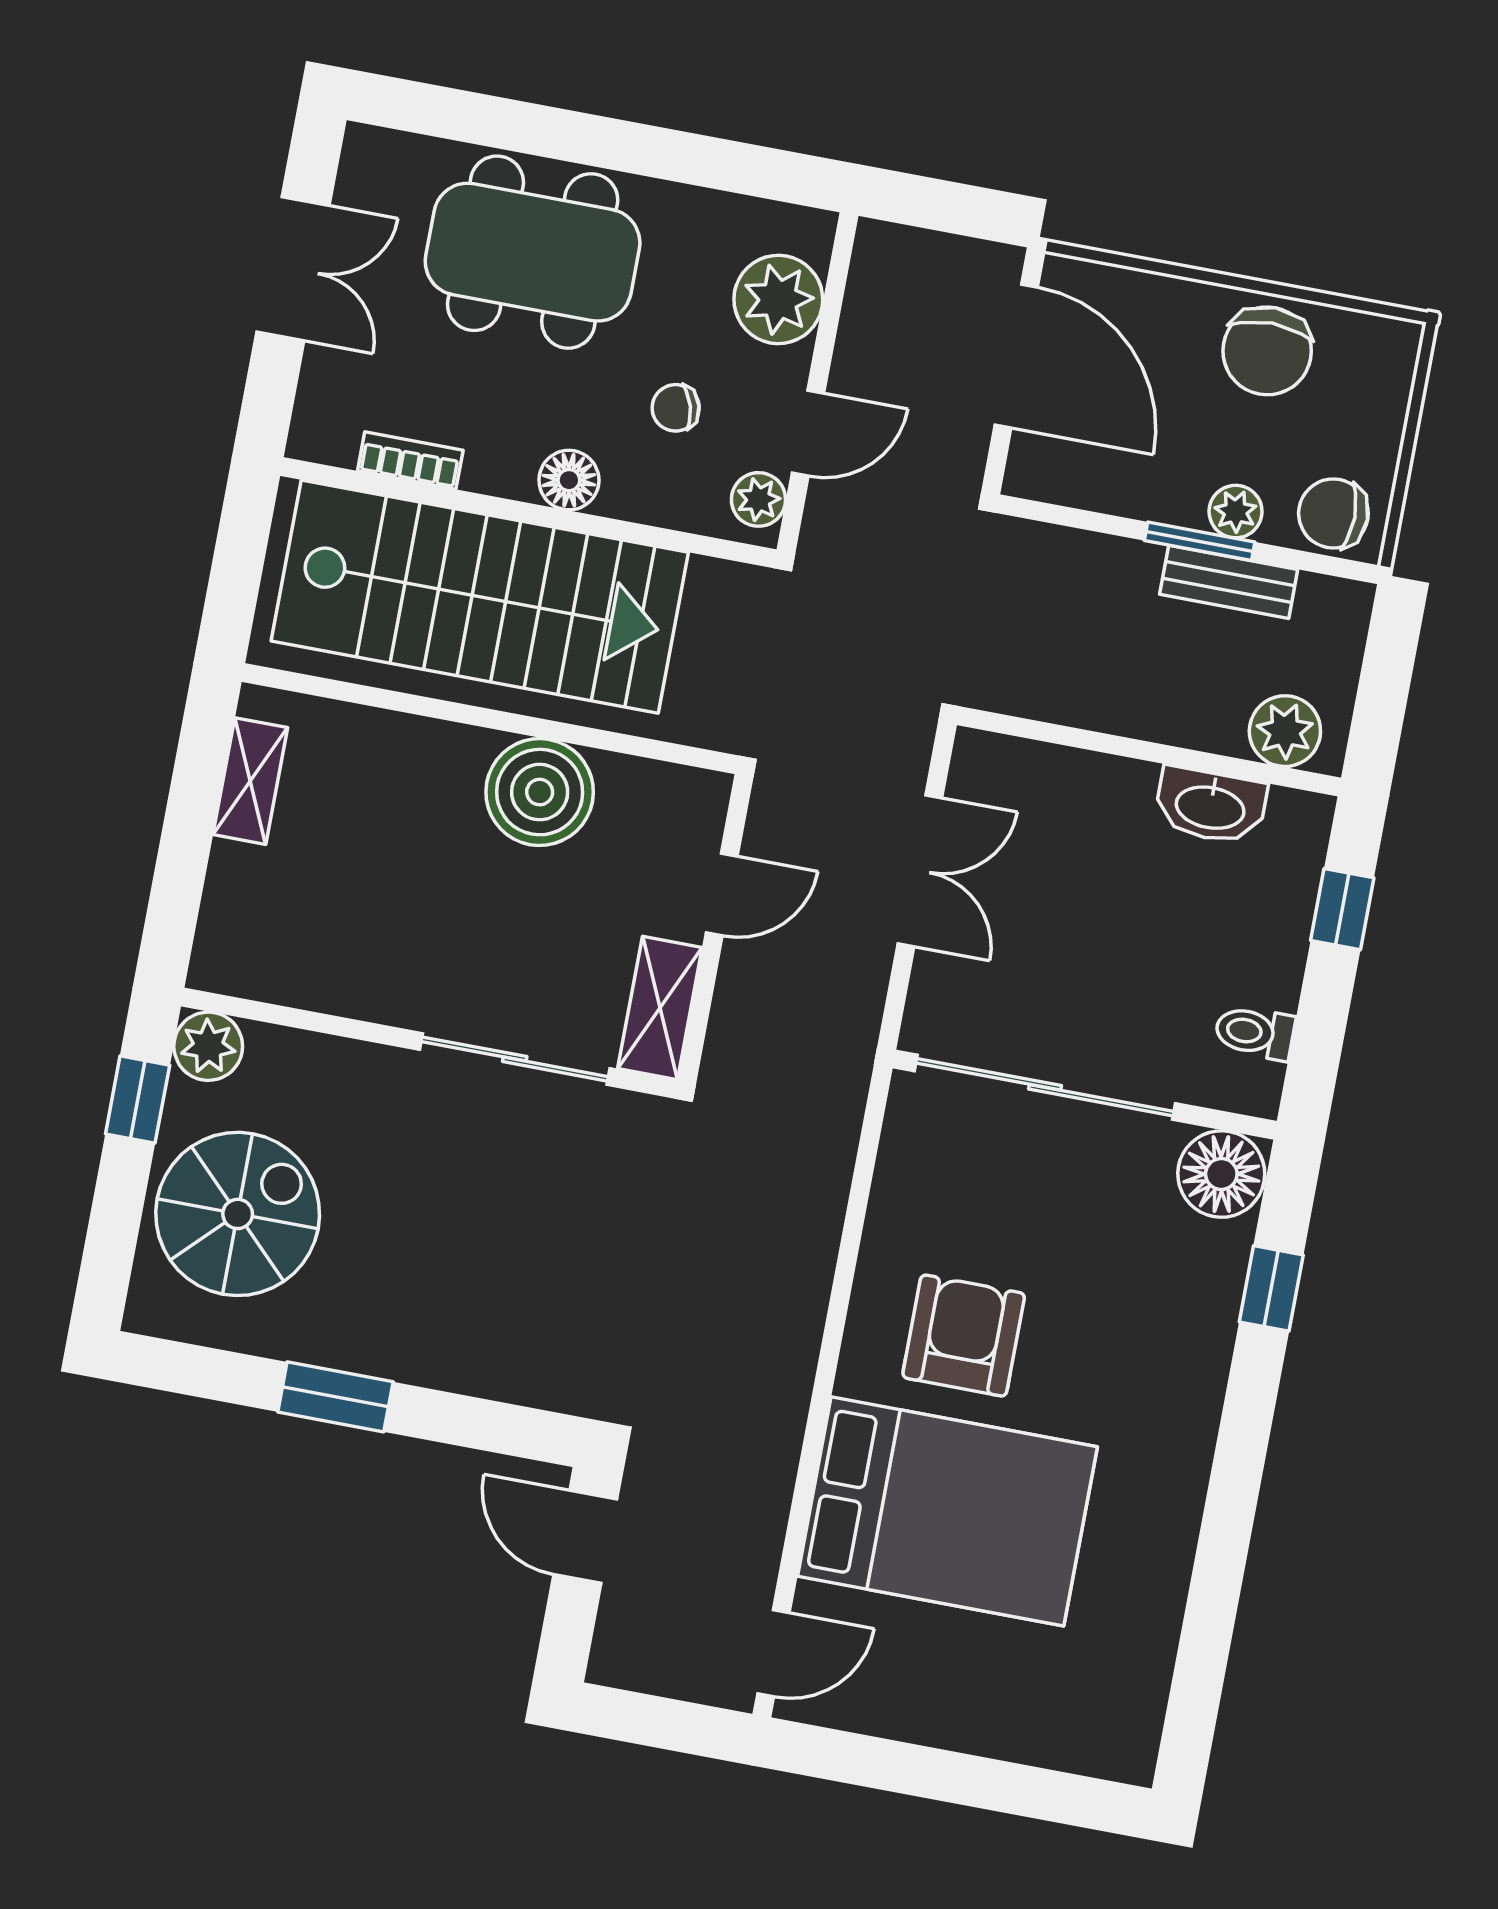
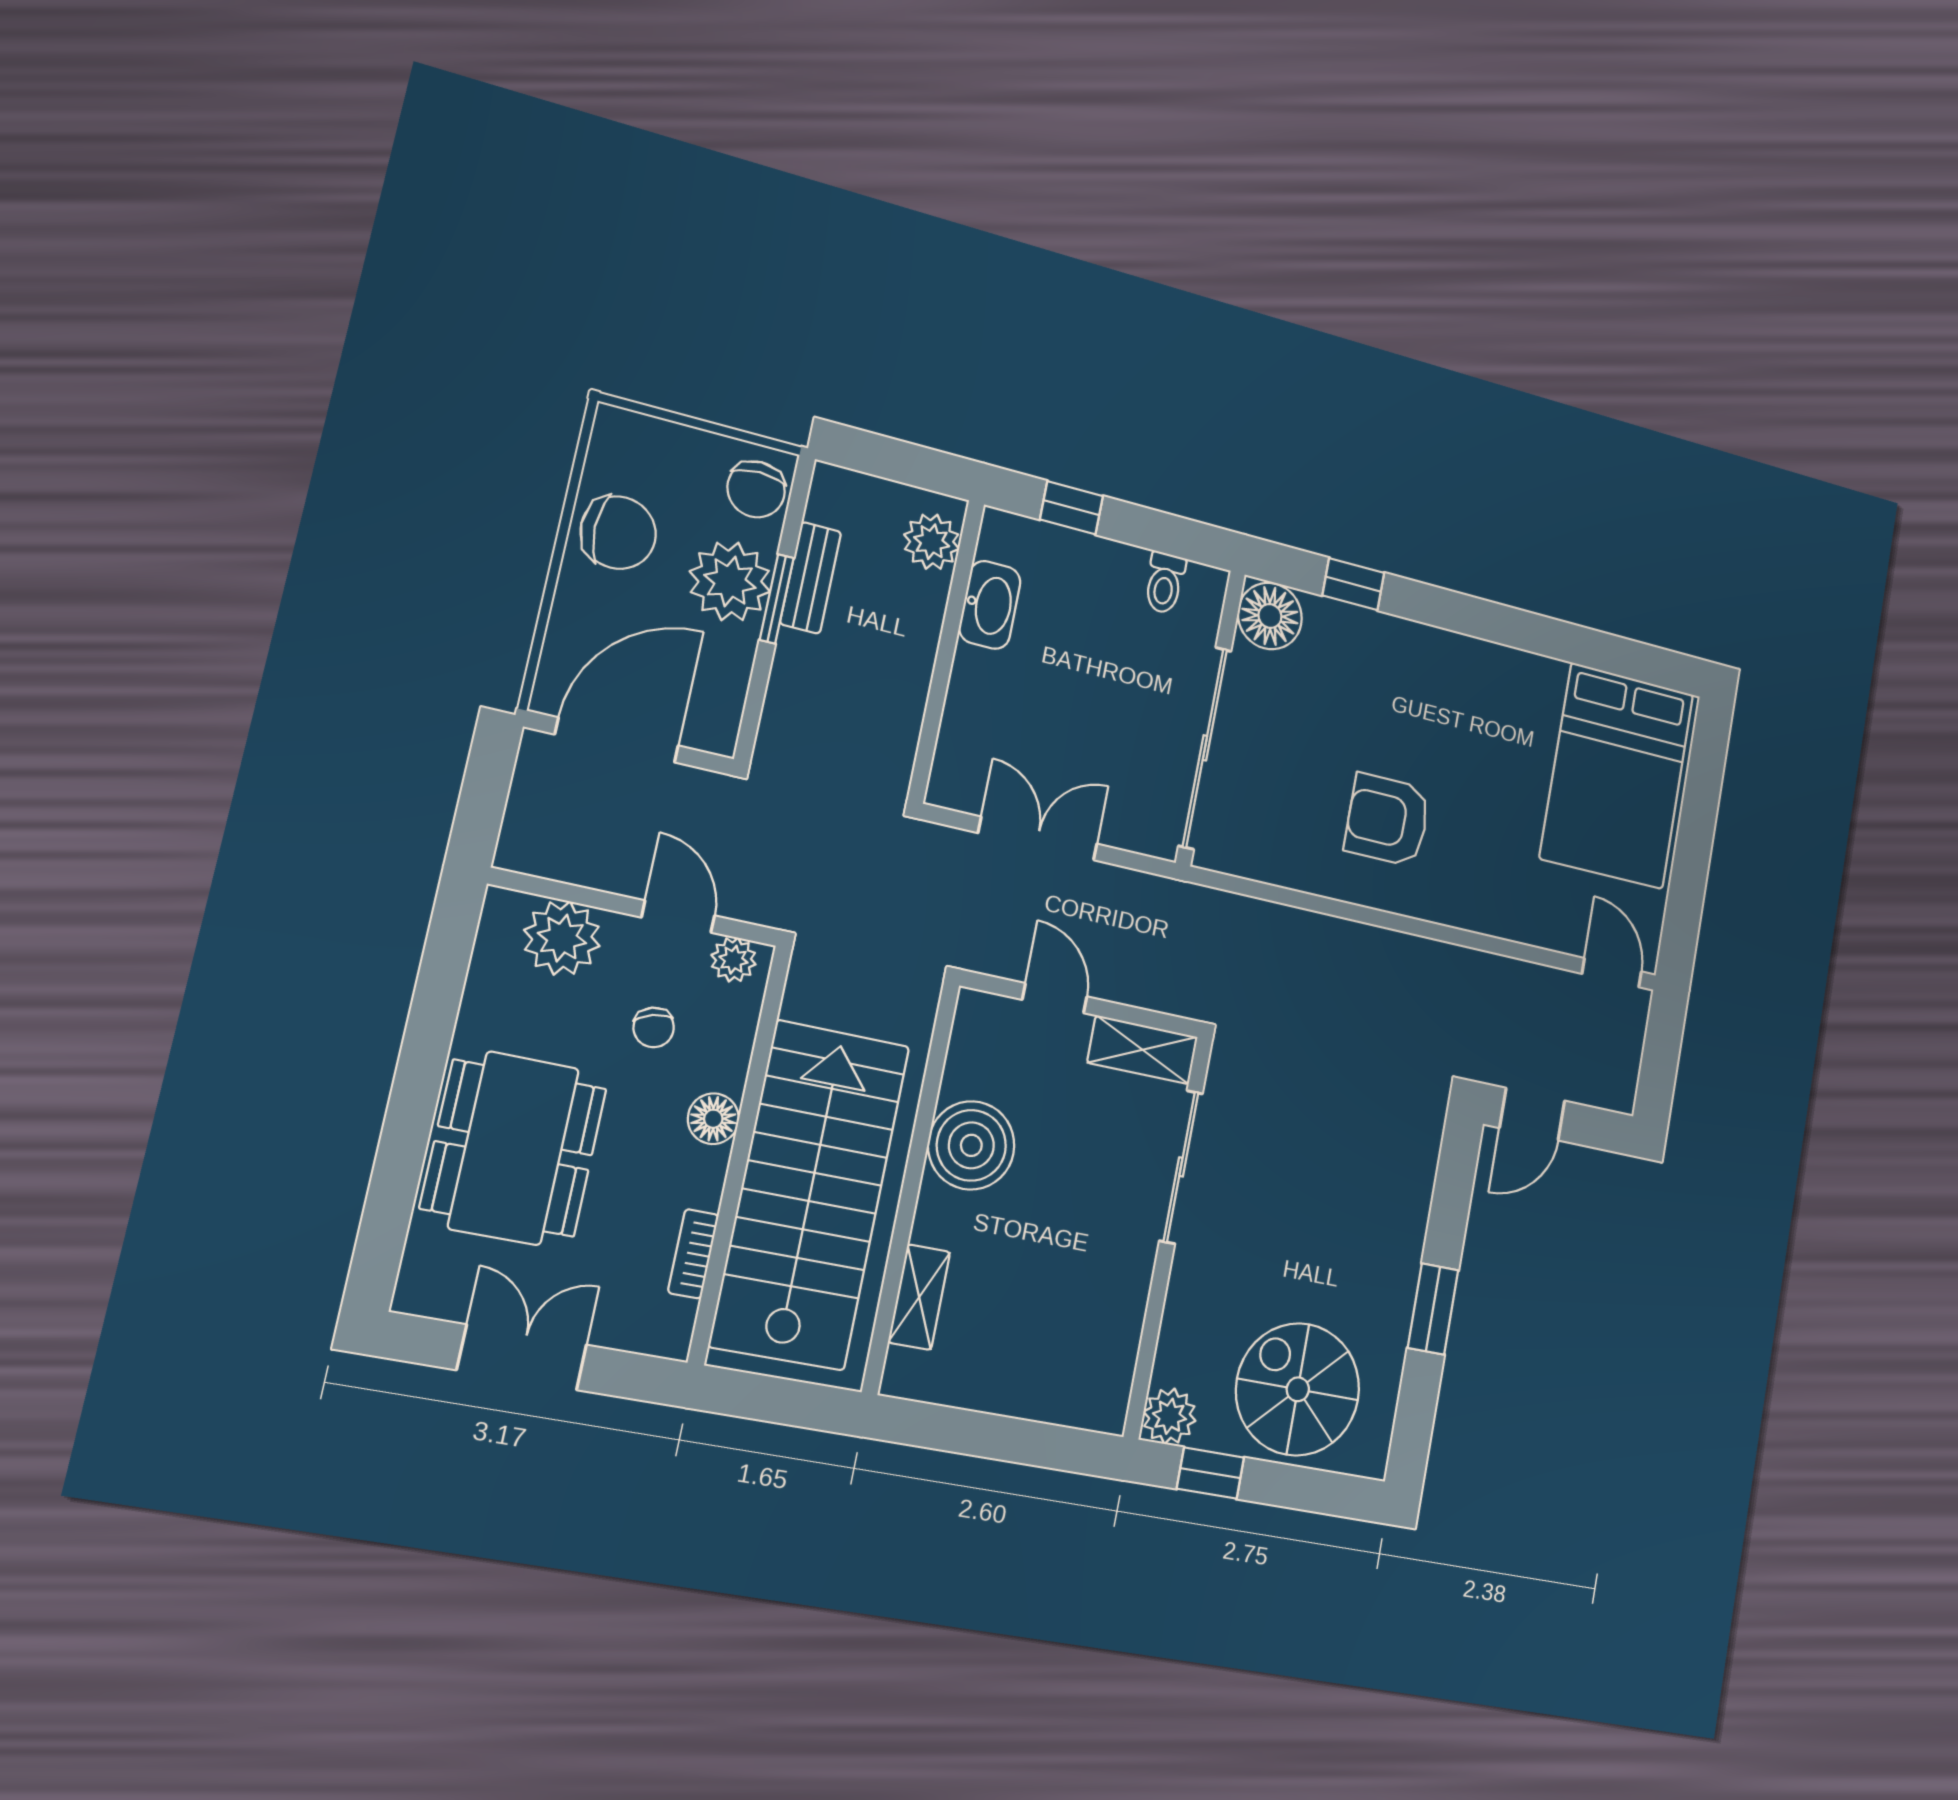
plant: (1236, 512) -> (730, 581), width x1.87, depth x1.87
shelving: (250, 781) -> (919, 1297), moved, turned 90
bed: (947, 1511) -> (1617, 776), moved, turned 180

